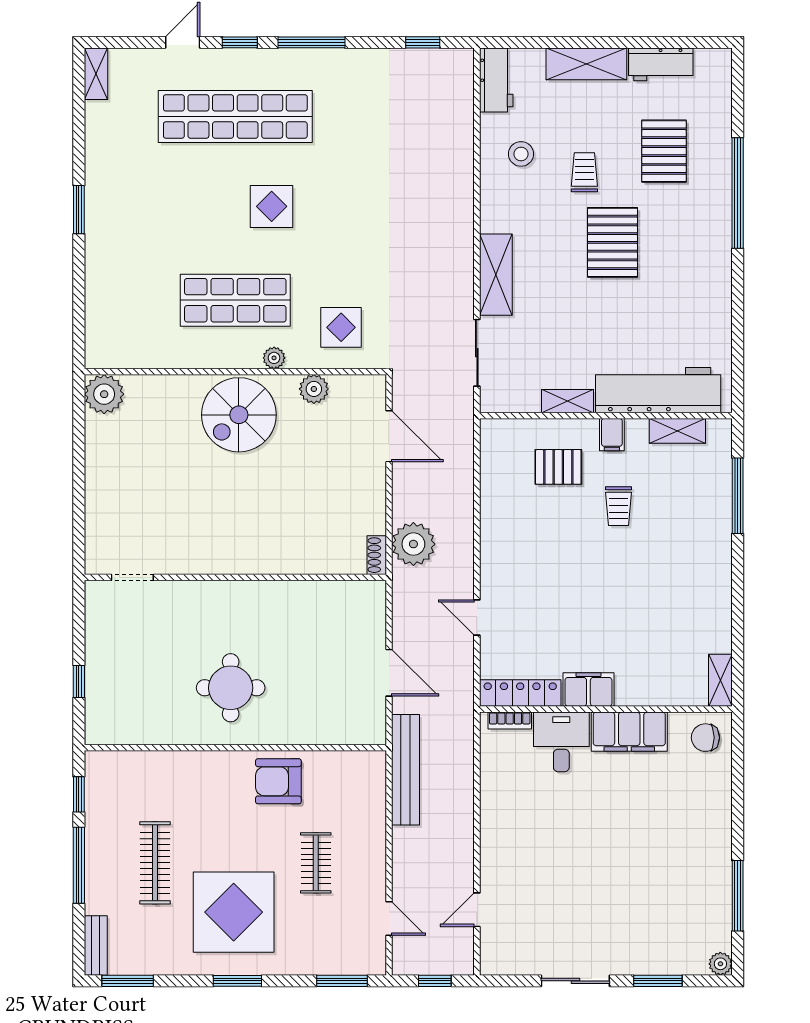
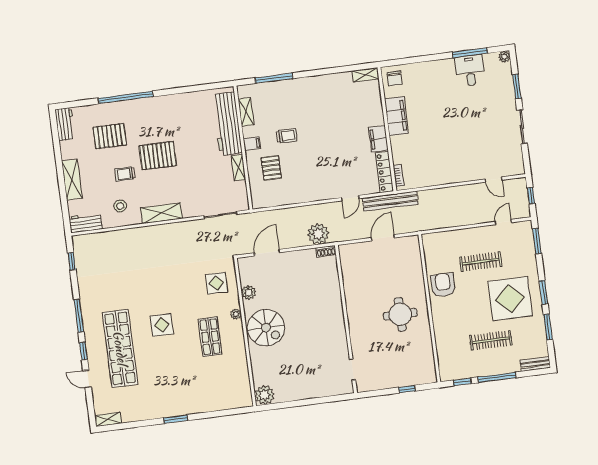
workbench: (661, 64) -> (65, 124), moved
shelving: (496, 275) -> (161, 213), moved
shop shelf: (235, 300) -> (210, 337), width x0.70, depth x0.74
desk: (561, 742) -> (470, 70), moved, turned 90
bench: (405, 770) -> (390, 201), moved
armchair: (278, 781) -> (443, 285), turned 180
clothes rail: (316, 863) -> (481, 261), width x1.36
window: (128, 981) -> (548, 327), moved

